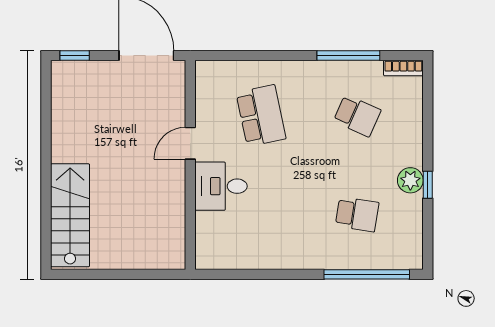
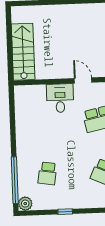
plant: (410, 180) -> (25, 204), moved
stairs: (70, 215) -> (23, 52), moved, turned -90

